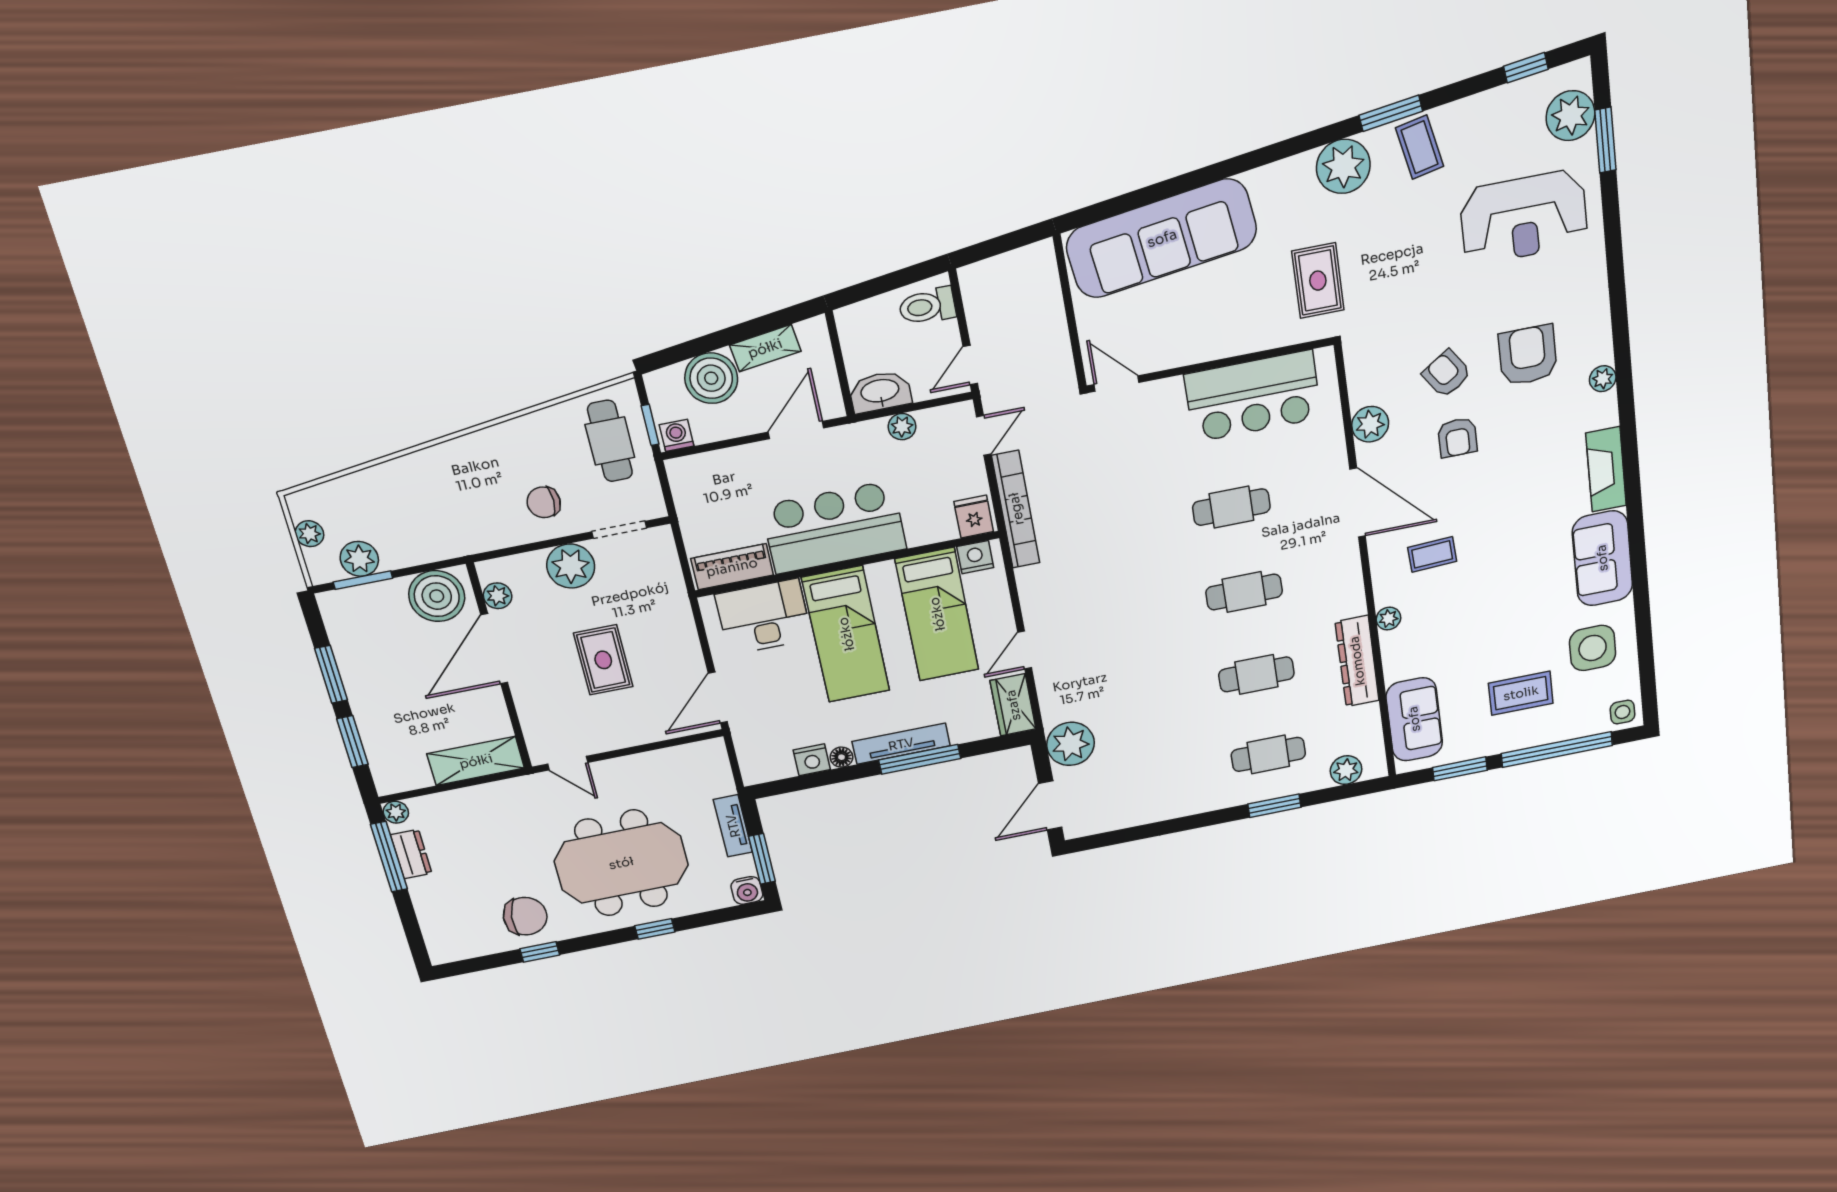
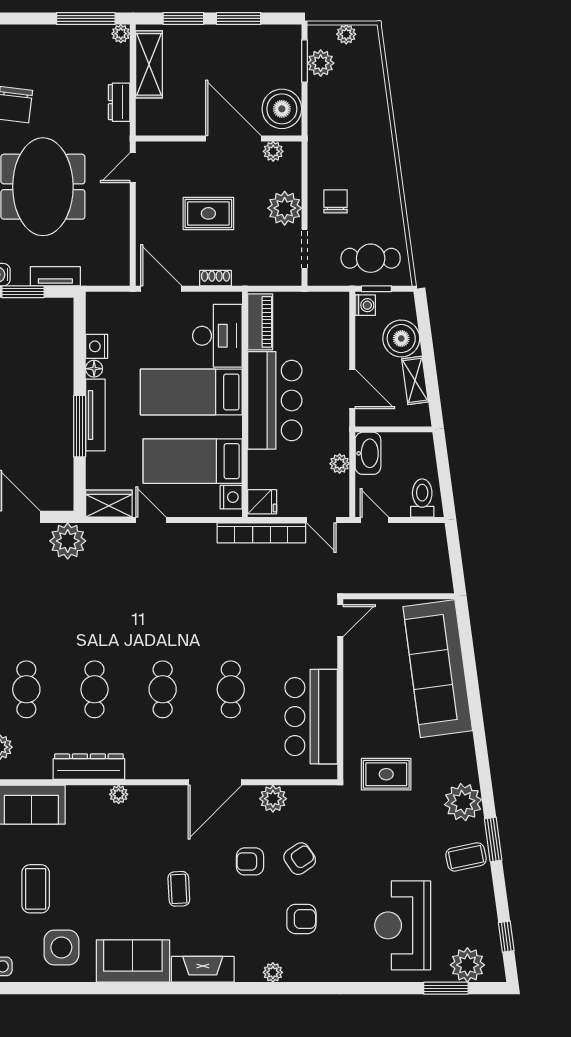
armchair: (1528, 355) -> (301, 919), width x0.72, depth x0.72
coffee table: (1432, 554) -> (179, 889), moved
shoe rack: (687, 634) -> (216, 278), added
shelving: (476, 761) -> (149, 64), moved
dresser: (411, 854) -> (119, 102), moved, turned 90

